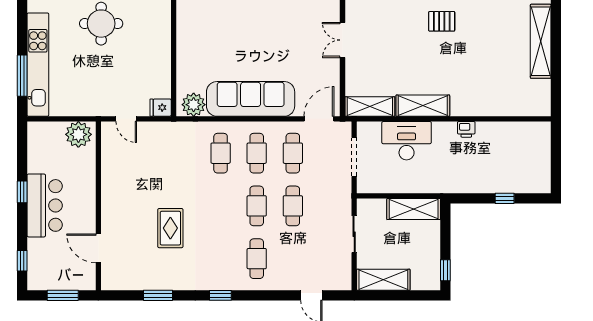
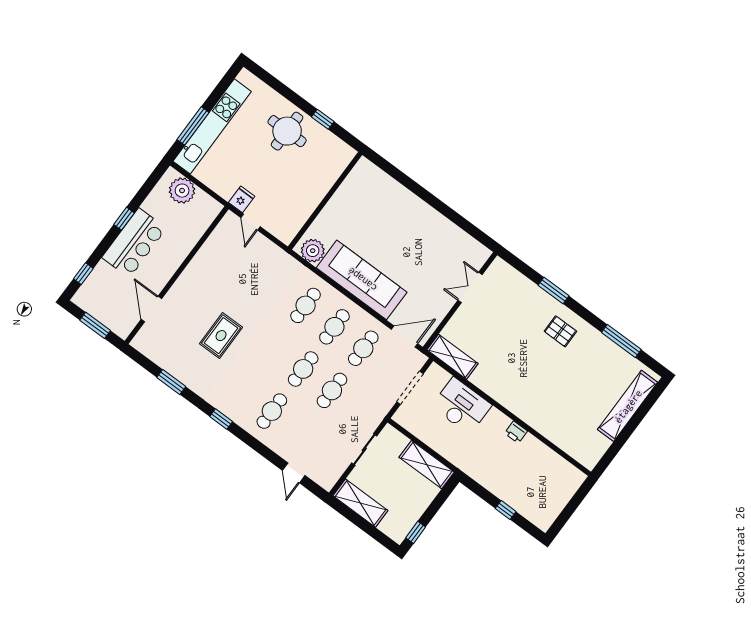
shelving: (423, 106) -> (495, 387), removed
fridge: (161, 108) -> (242, 199), moved, turned 90
plant: (78, 134) -> (182, 191), moved

